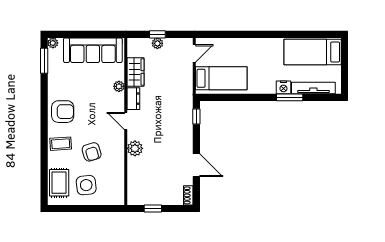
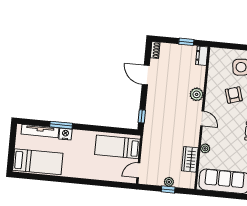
dresser: (133, 99) -> (202, 56), moved

